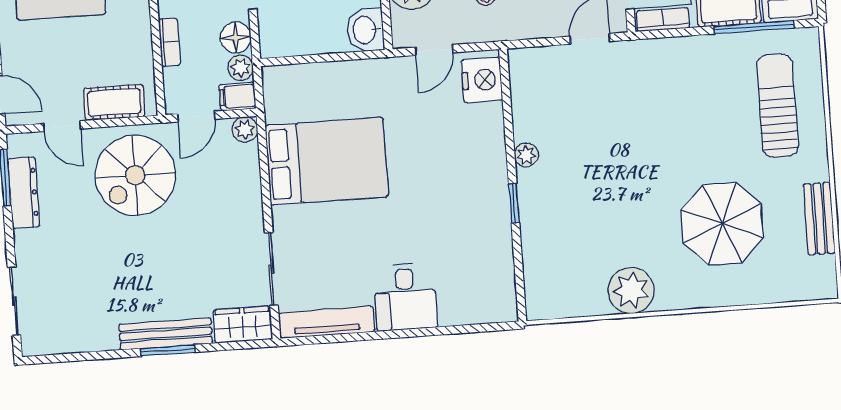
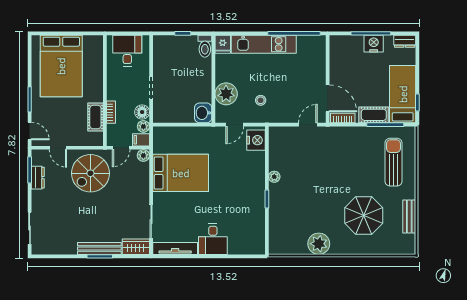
cot: (114, 102) -> (95, 117), moved, turned 90
dresser: (24, 193) -> (38, 178), width x0.70

